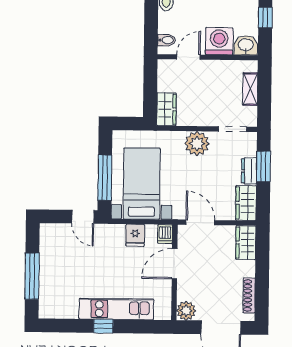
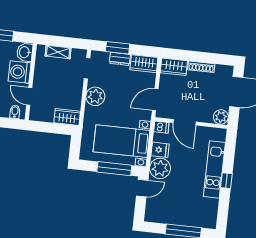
plant: (111, 238) -> (160, 168), added
shoe rack: (249, 295) -> (201, 67), moved

